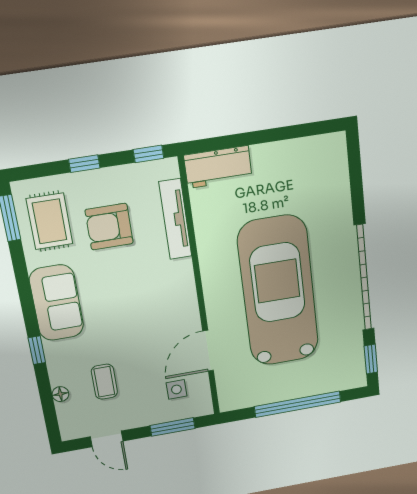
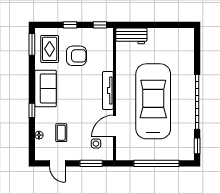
tv unit: (175, 219) -> (108, 90), moved
armchair: (109, 227) -> (76, 56), turned 180

